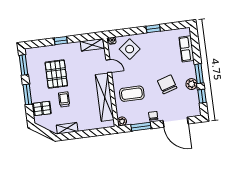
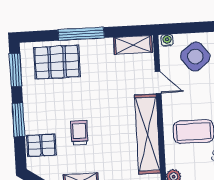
window: (61, 41) -> (81, 34), width x2.17
pallet: (56, 74) -> (57, 62), moved, turned 90

